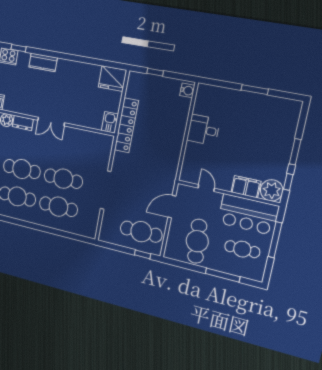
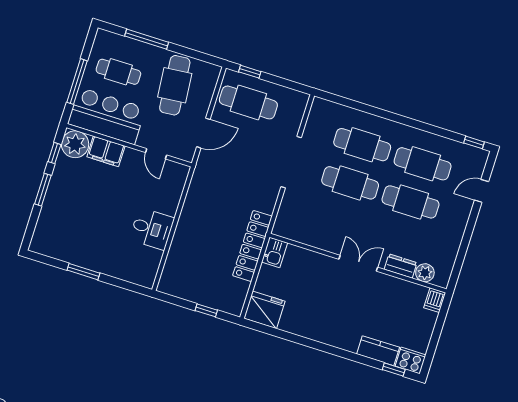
kitchen counter: (43, 62) -> (378, 351), moved
water cooler: (187, 90) -> (167, 281), removed

